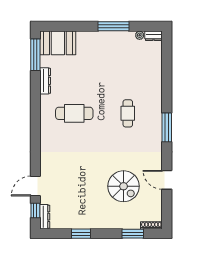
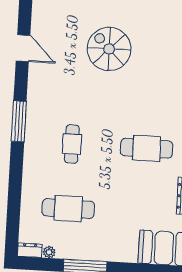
cafe table: (128, 67) -> (68, 209), added
spiral stairs: (124, 186) -> (109, 49), moved

